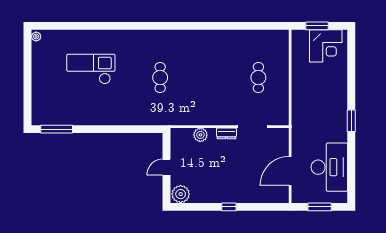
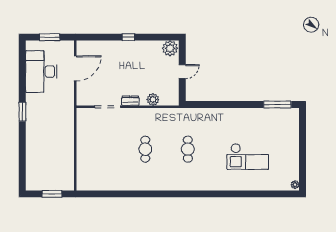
corner desk: (326, 46) -> (44, 177), removed
cafe table: (258, 78) -> (145, 149), moved

